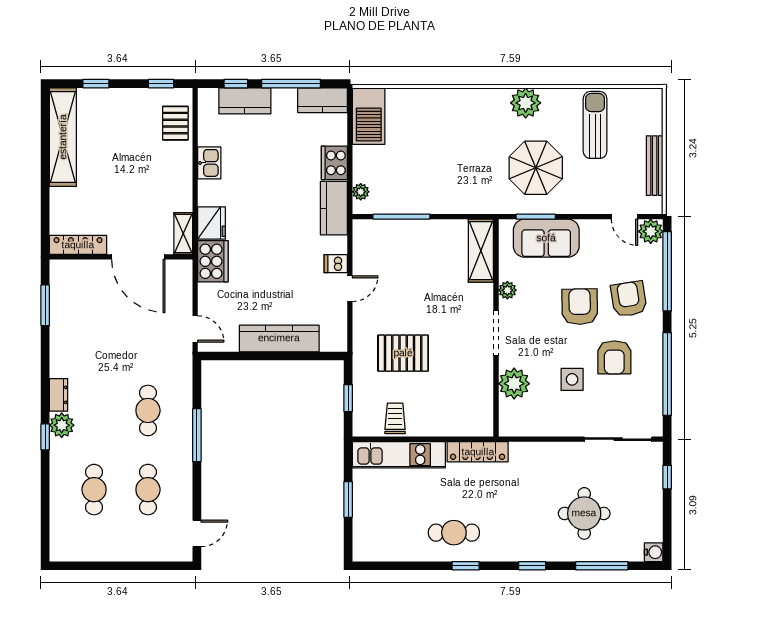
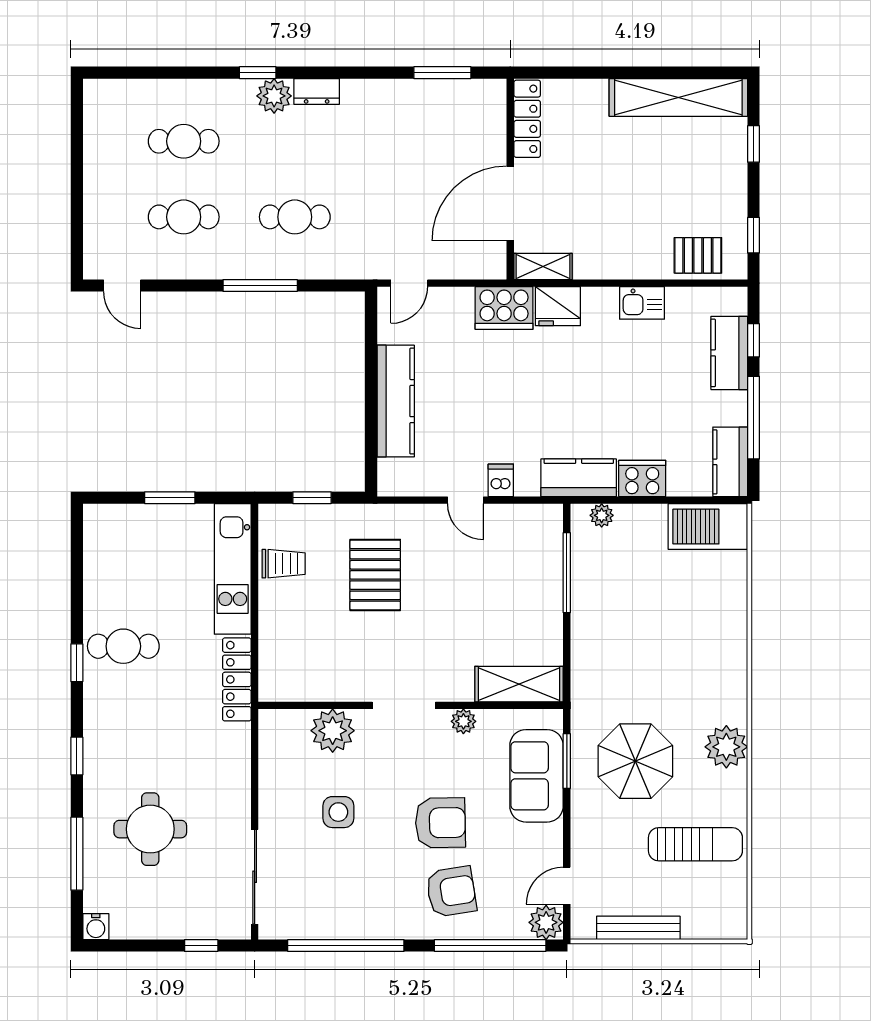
armchair: (614, 357) -> (369, 871), removed
cafe table: (454, 533) -> (123, 646), turned 90

